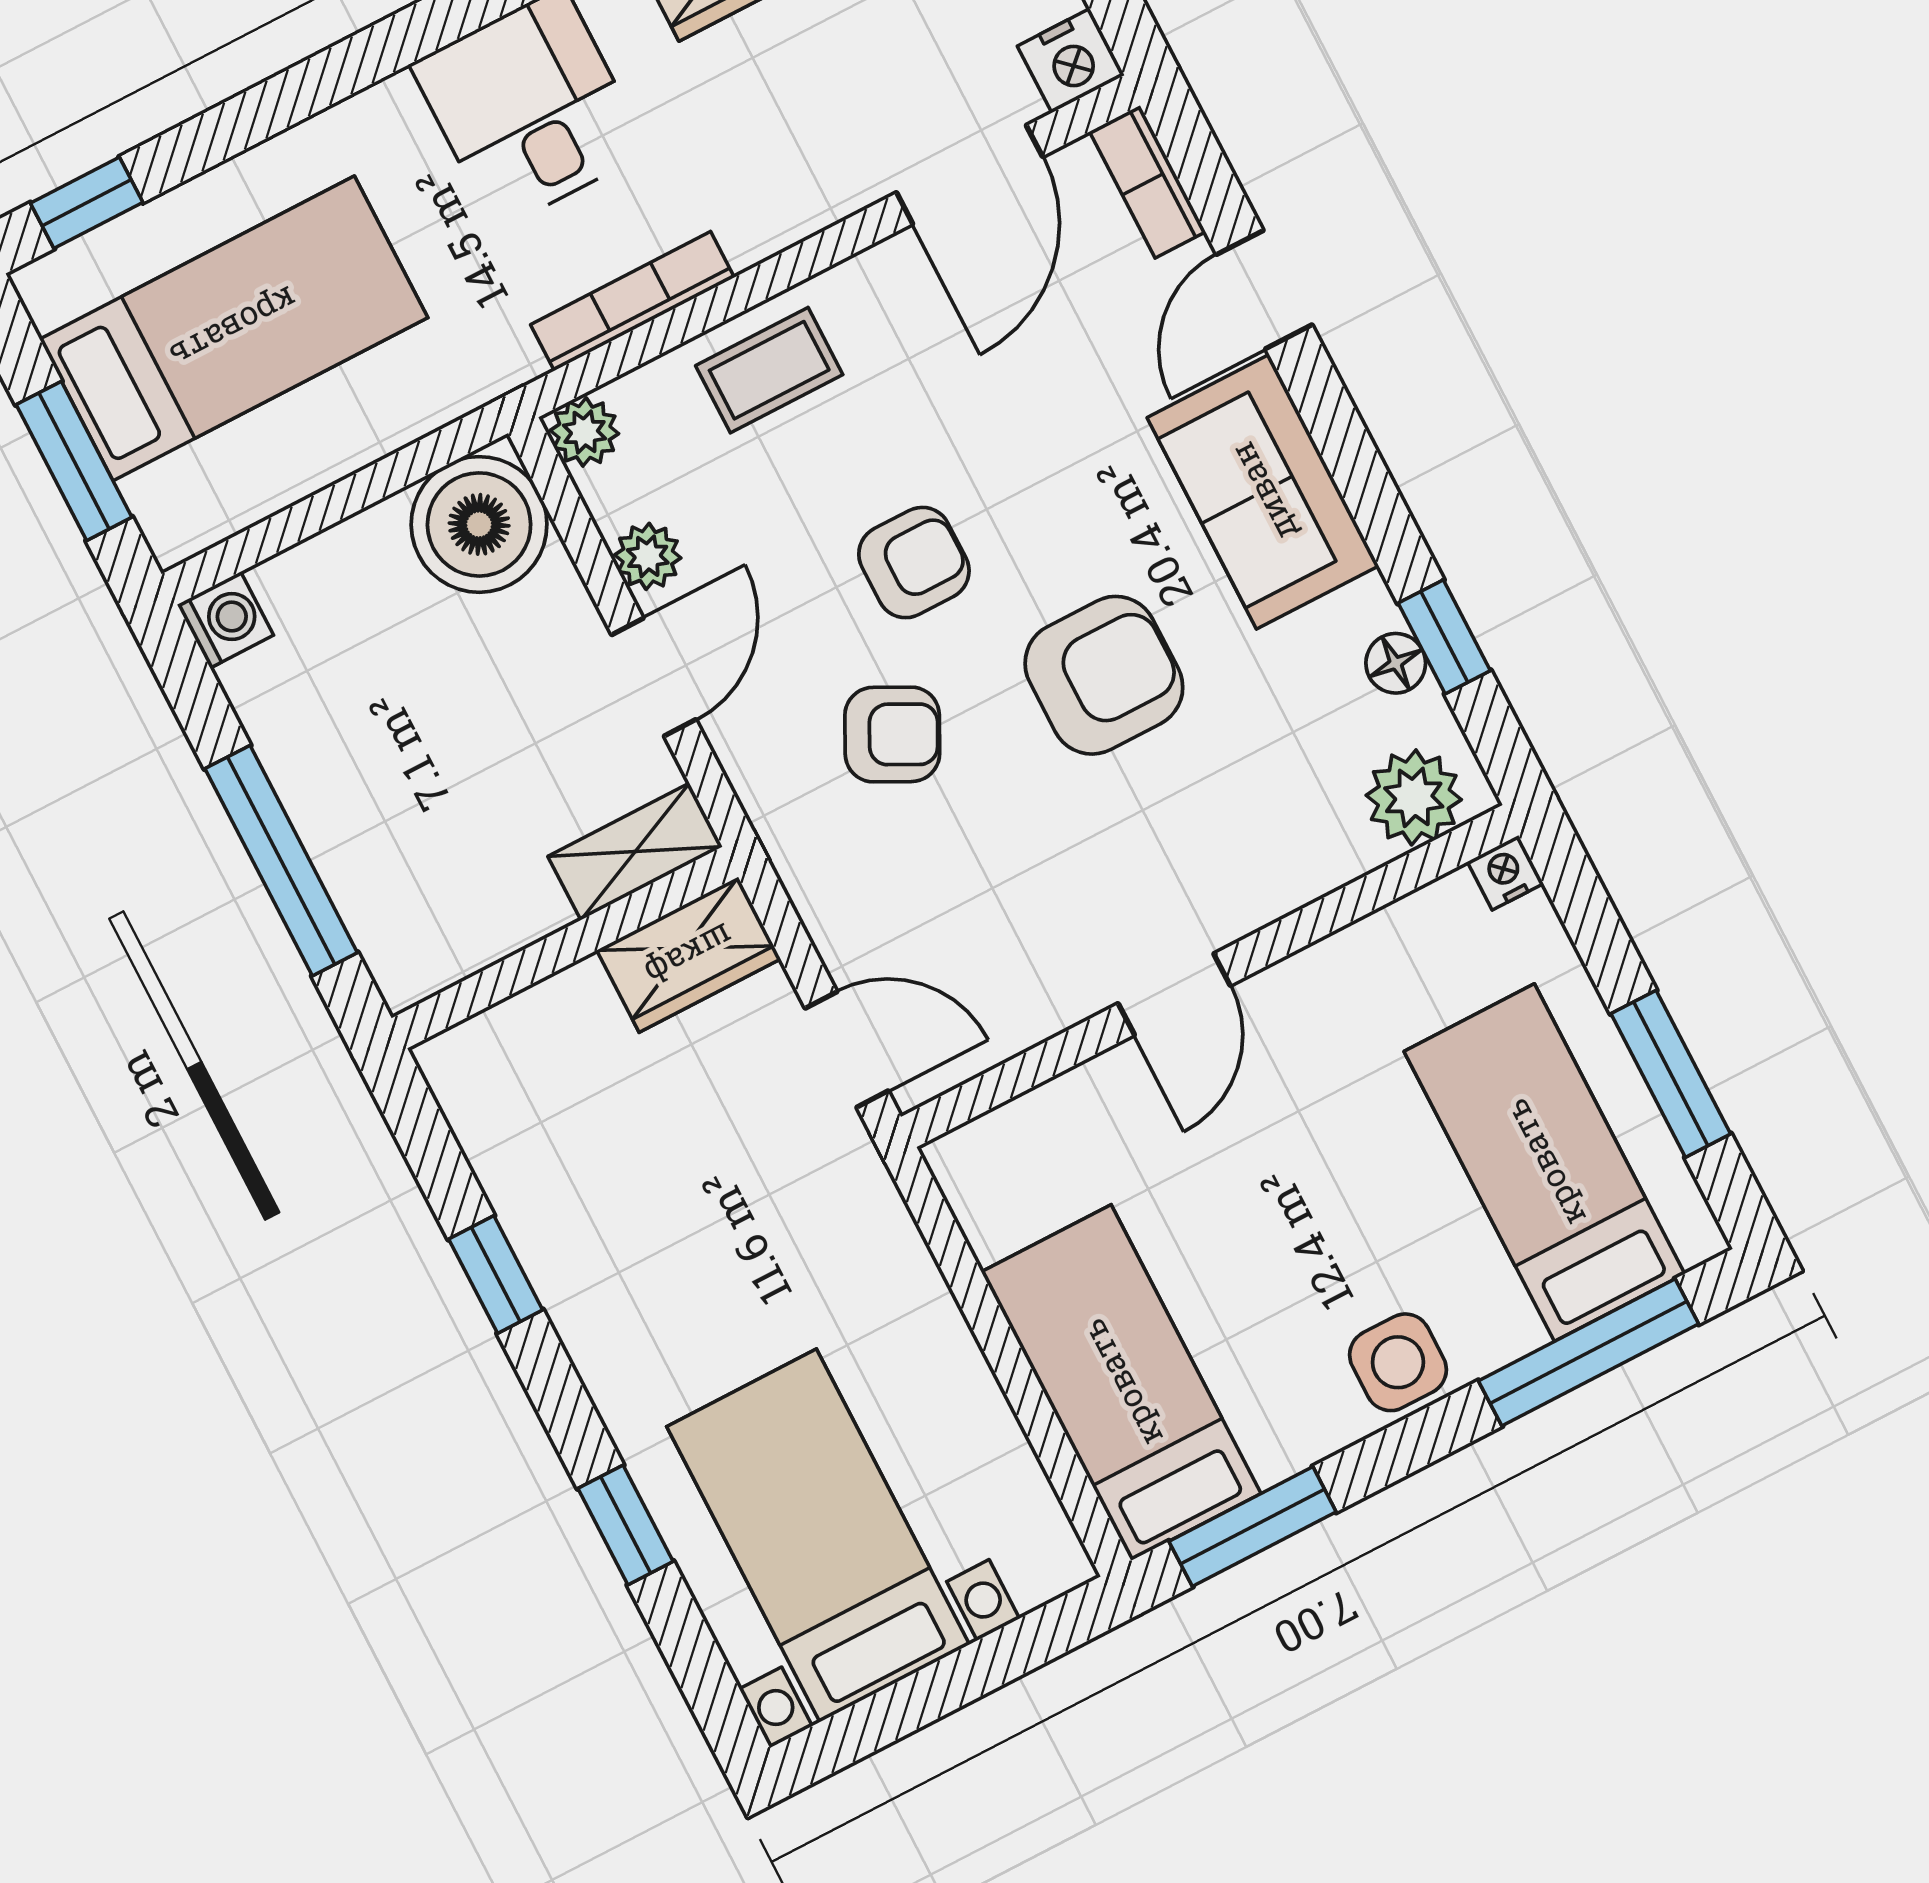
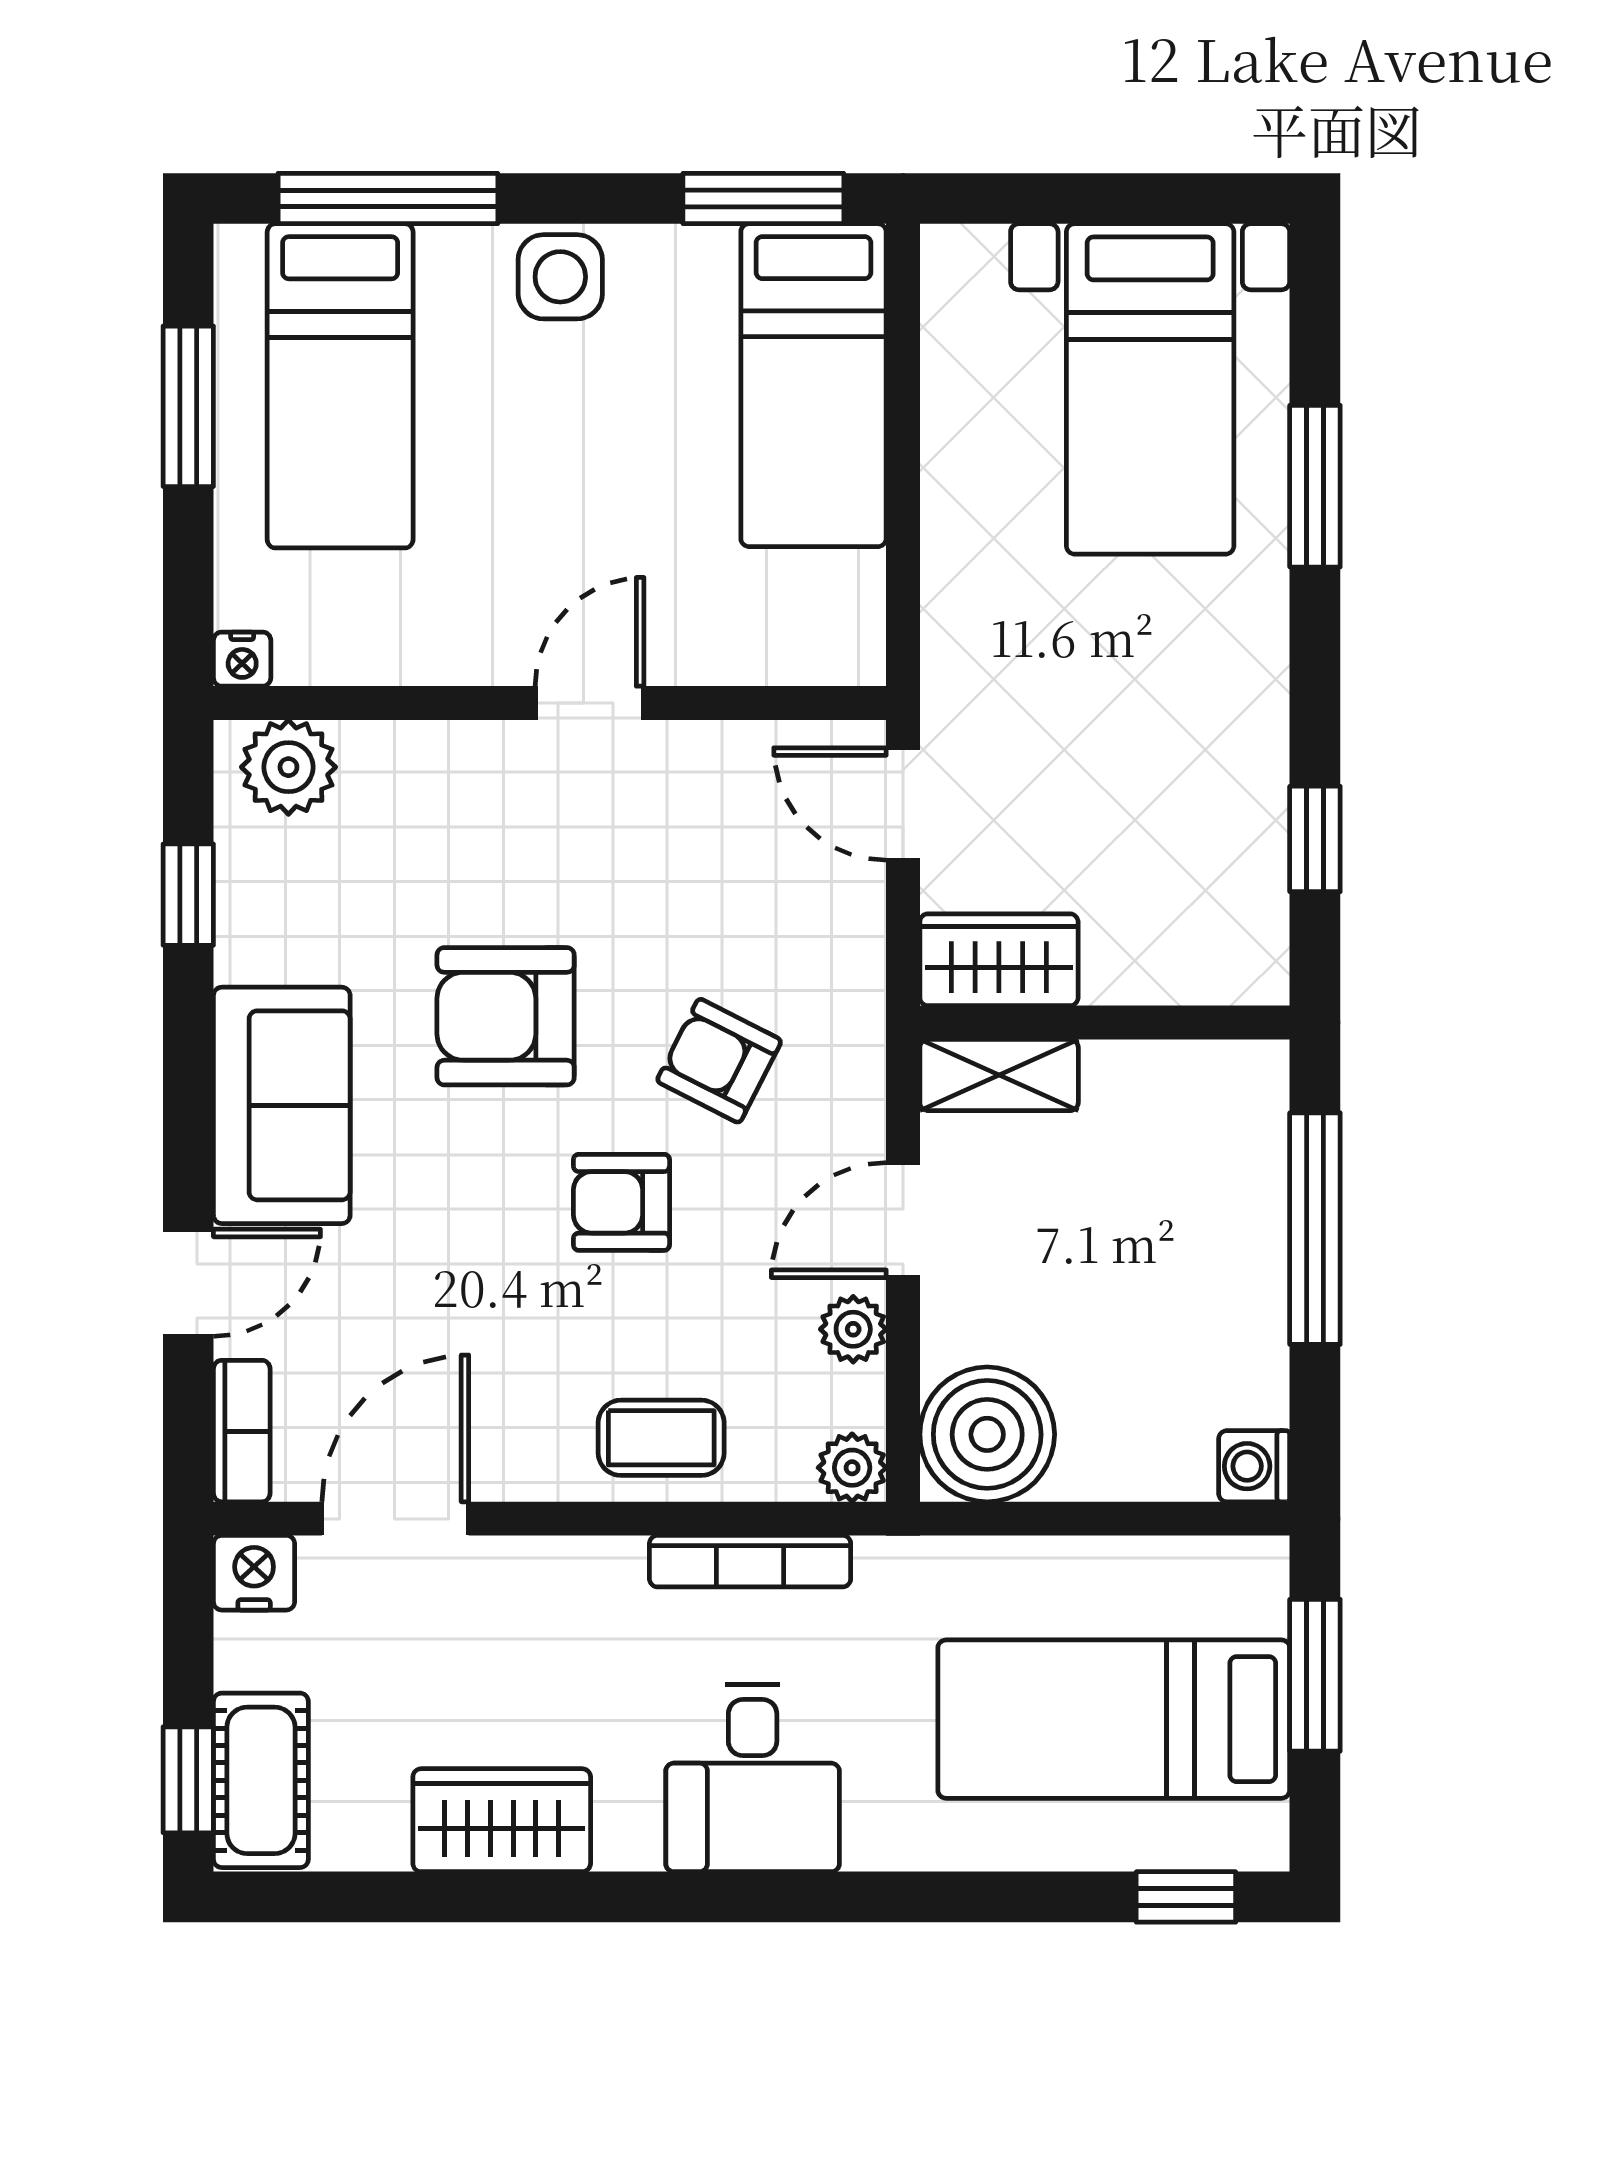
floor lamp: (1396, 663) -> (243, 894), removed
window: (496, 1274) -> (1315, 839), moved
window: (626, 1525) -> (1315, 486), width x1.50

